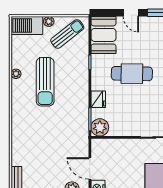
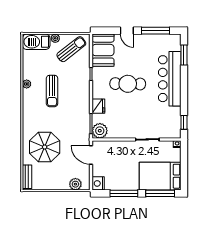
sun lounger: (45, 82) -> (52, 91), width x0.73, depth x0.75
parasol: (37, 146) -> (45, 147), added
door: (90, 168) -> (91, 155), moved

